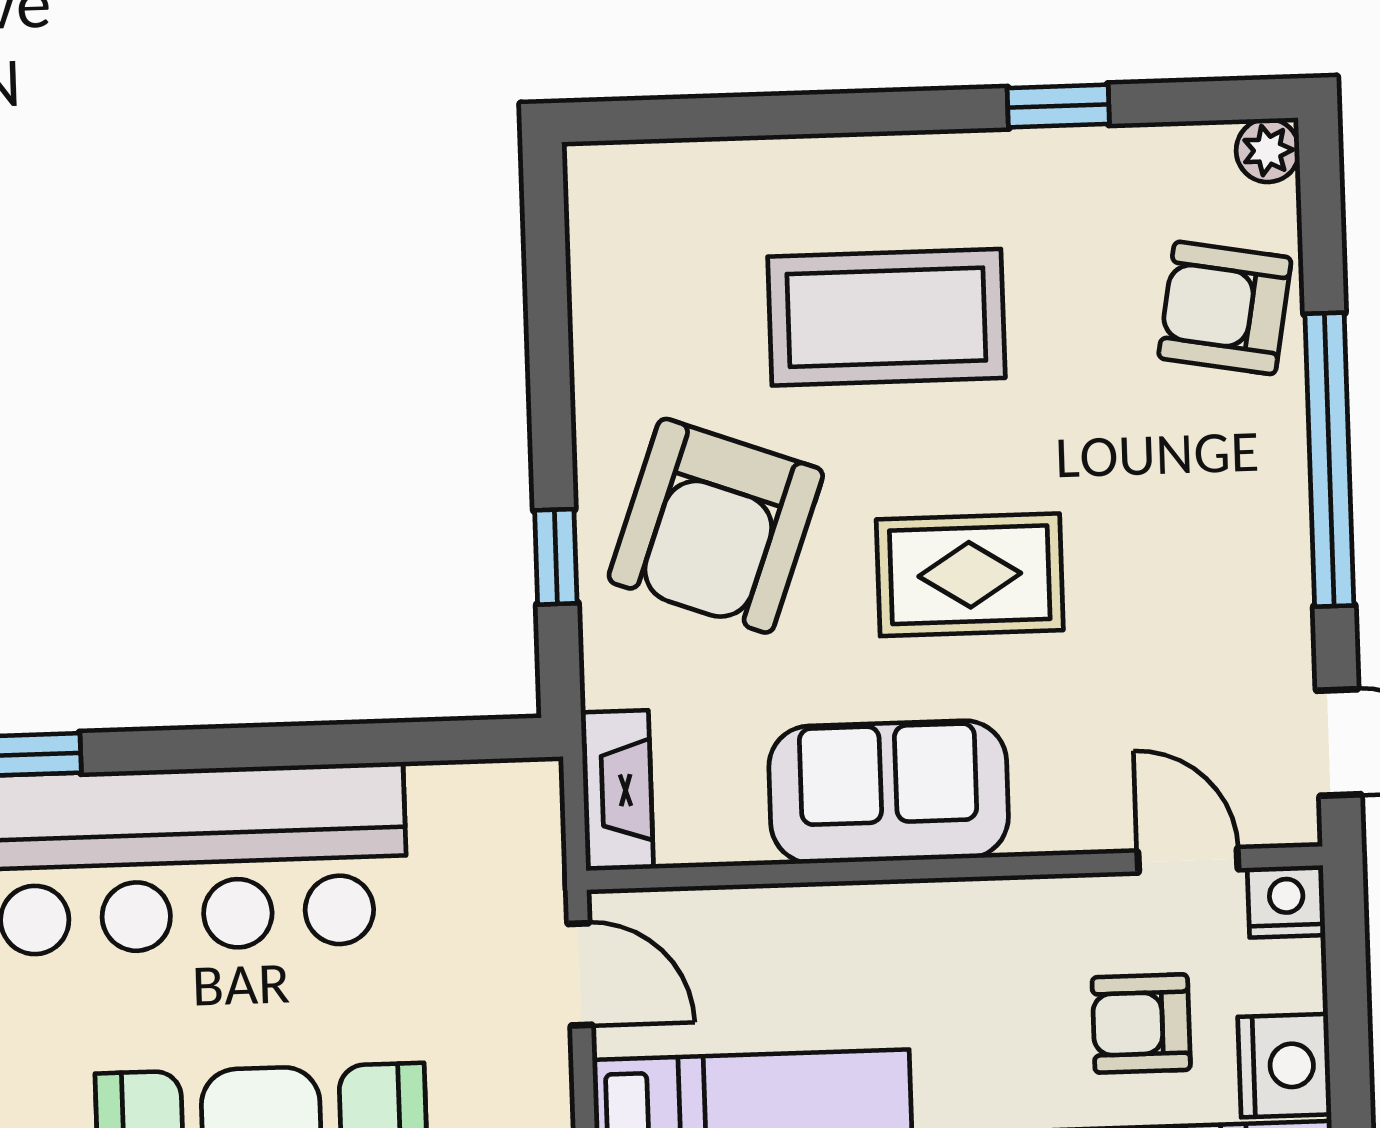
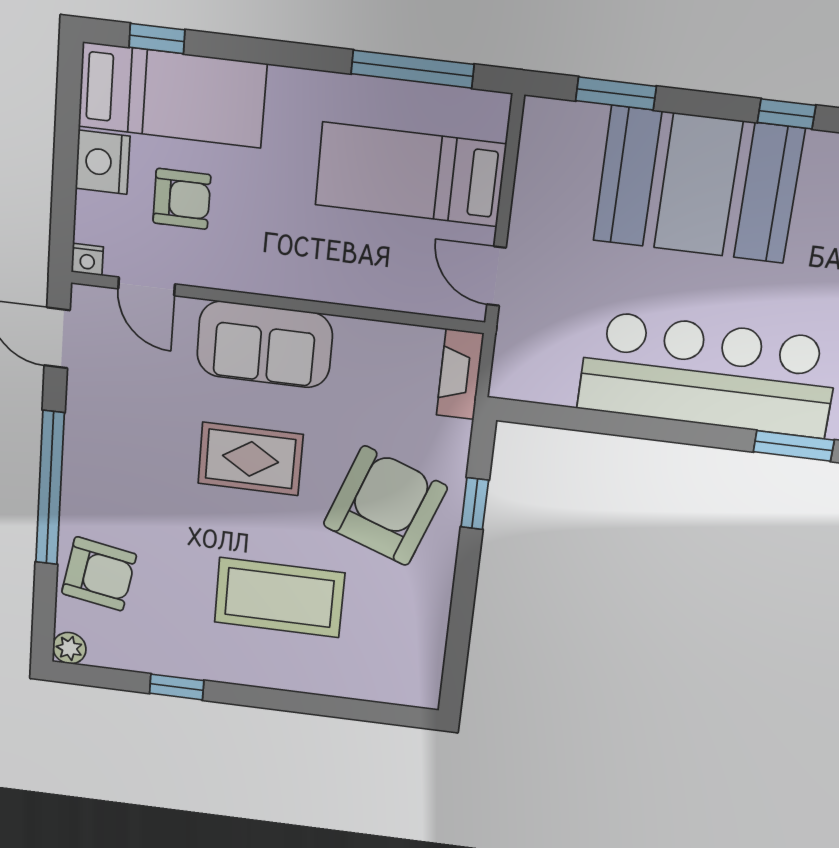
sofa: (889, 792) -> (265, 344), moved
nightstand: (1286, 901) -> (87, 259), width x0.72, depth x0.74

